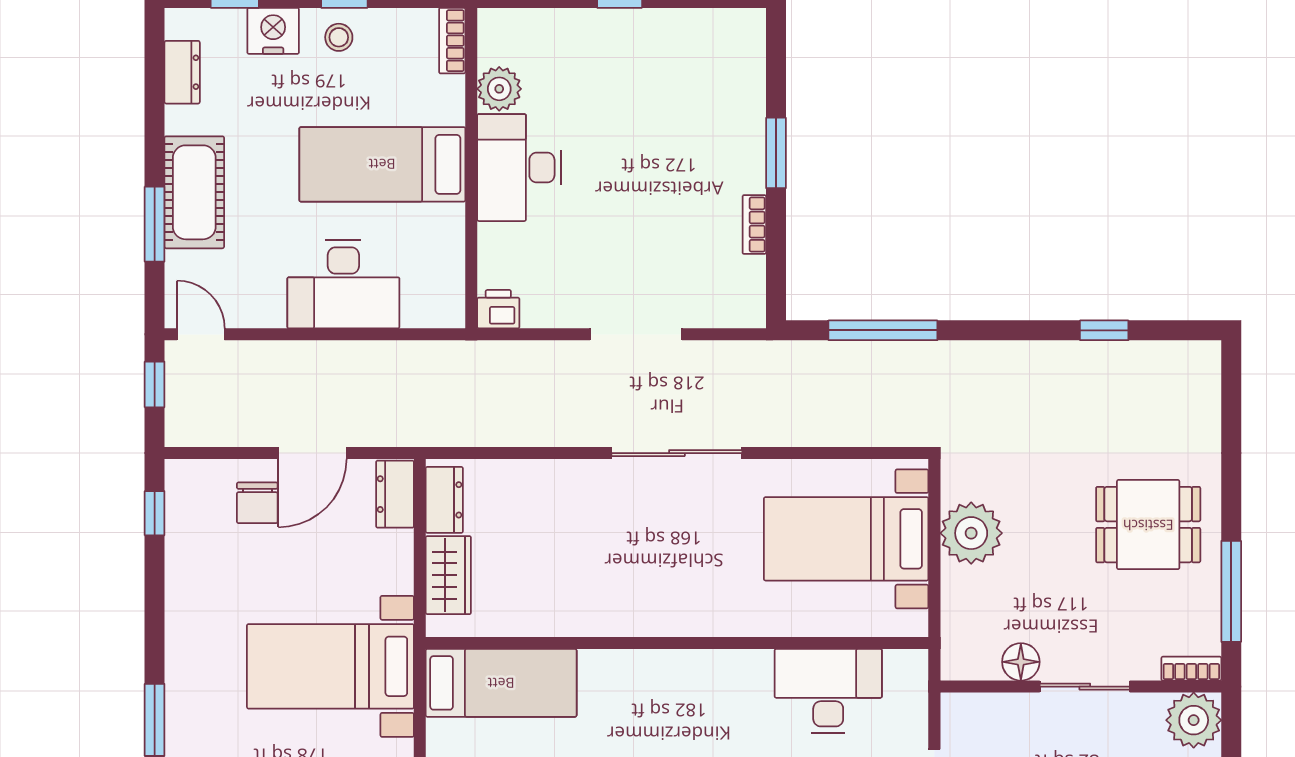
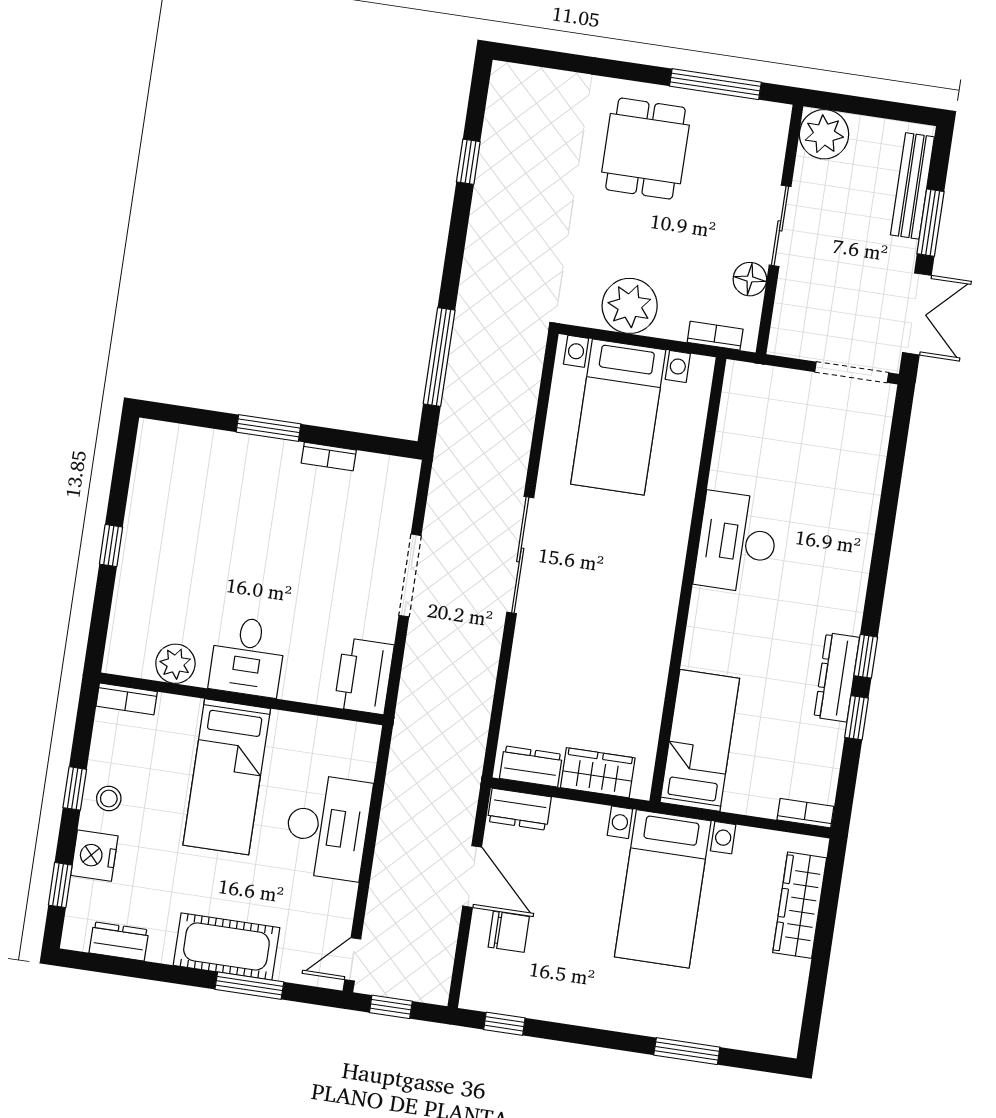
desk: (519, 168) -> (247, 656), width x0.73
printer: (498, 309) -> (364, 676), width x1.87, depth x1.48
bookcase: (1191, 669) -> (715, 336), moved, turned 90
desk: (828, 691) -> (737, 542), moved

